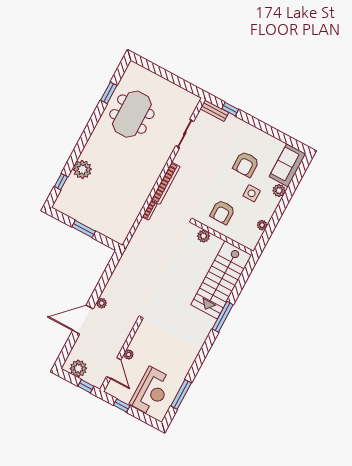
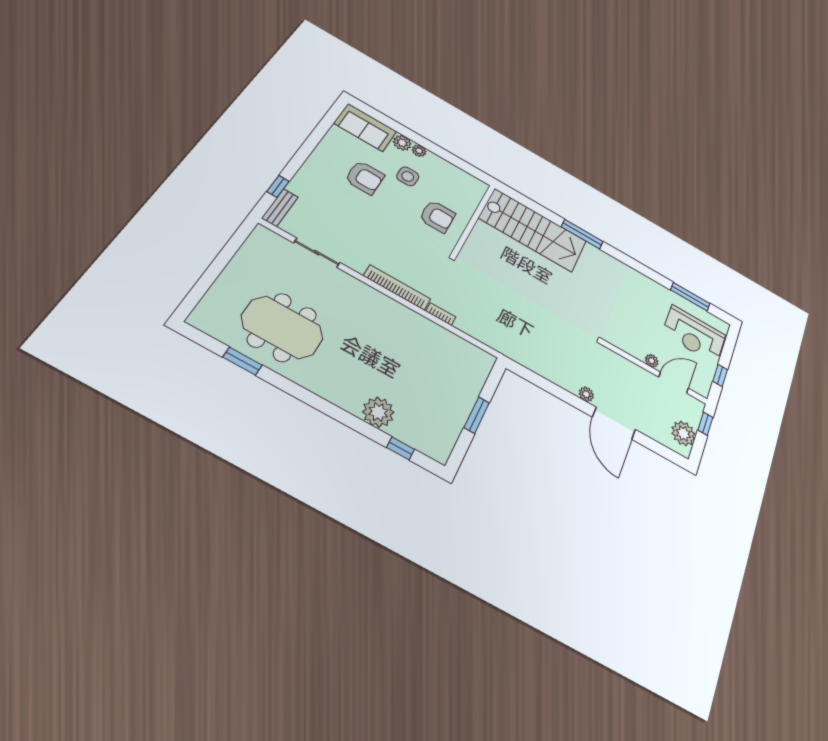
plant: (262, 225) -> (419, 151), moved
plant: (204, 236) -> (474, 245), removed
reception desk: (151, 391) -> (694, 334), turned 180

